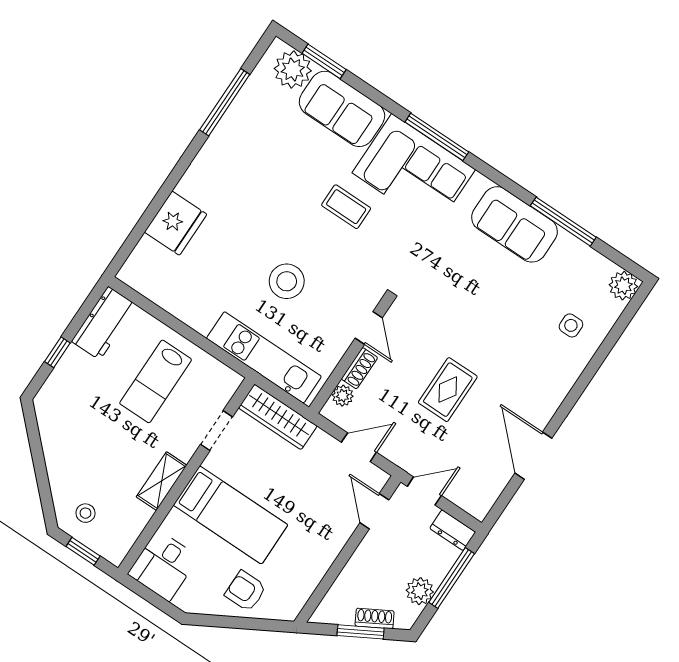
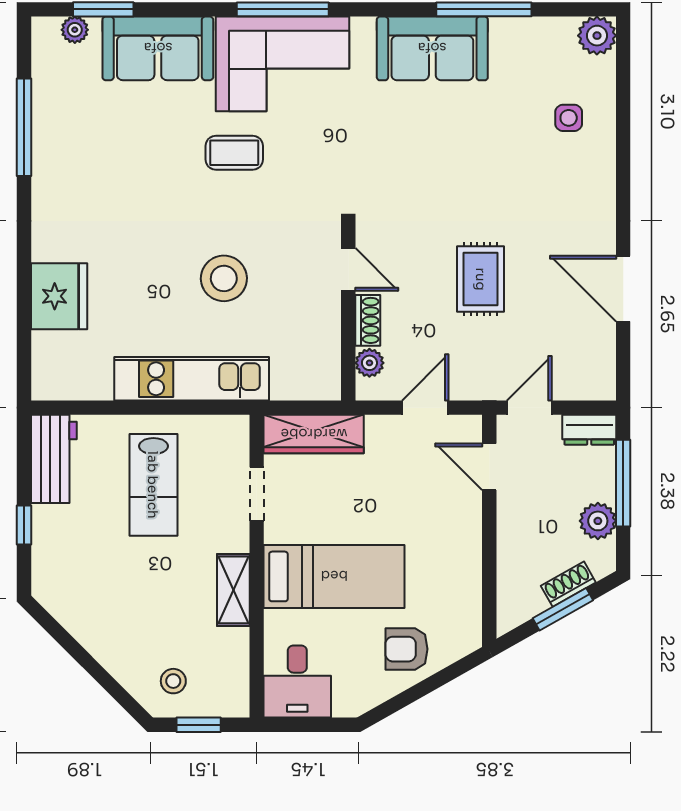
plant: (293, 70) -> (75, 30), width x0.53, depth x0.53
kitchen unit: (264, 357) -> (192, 379), moved

